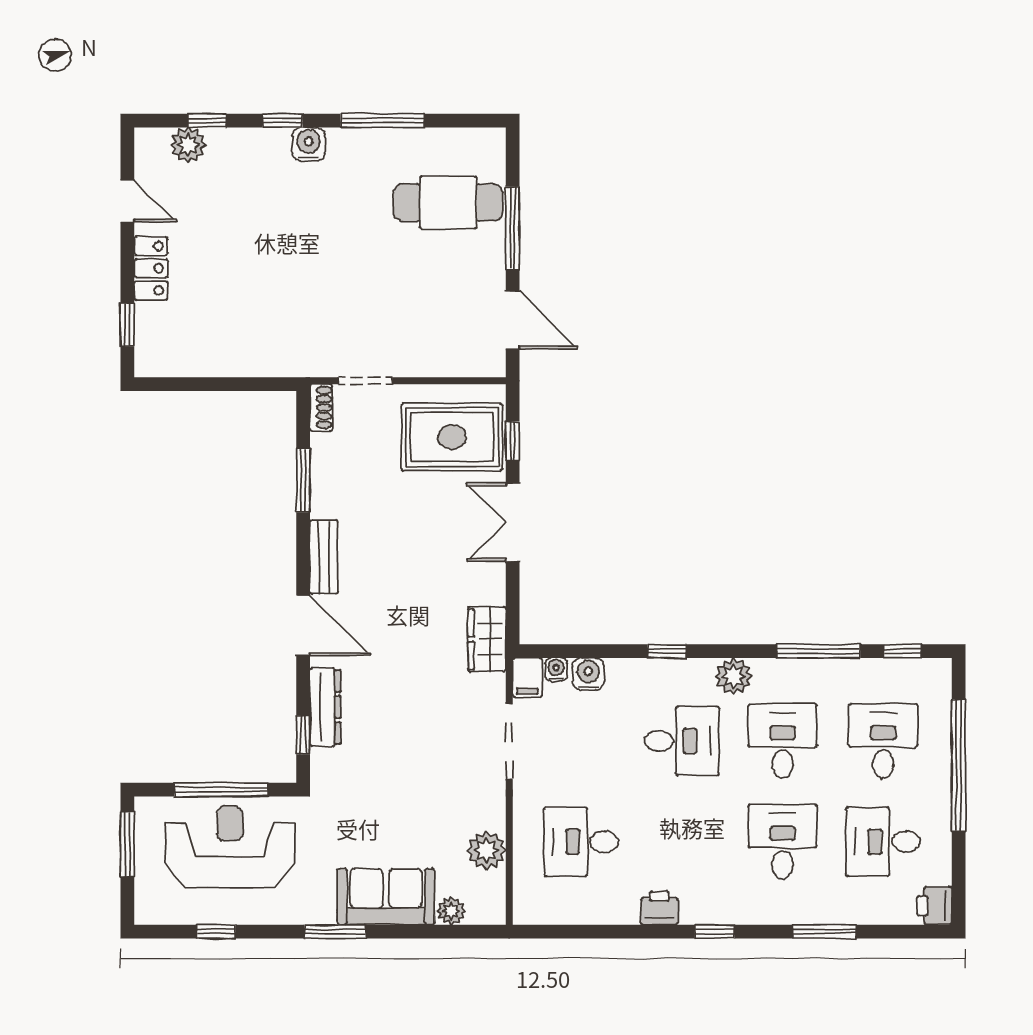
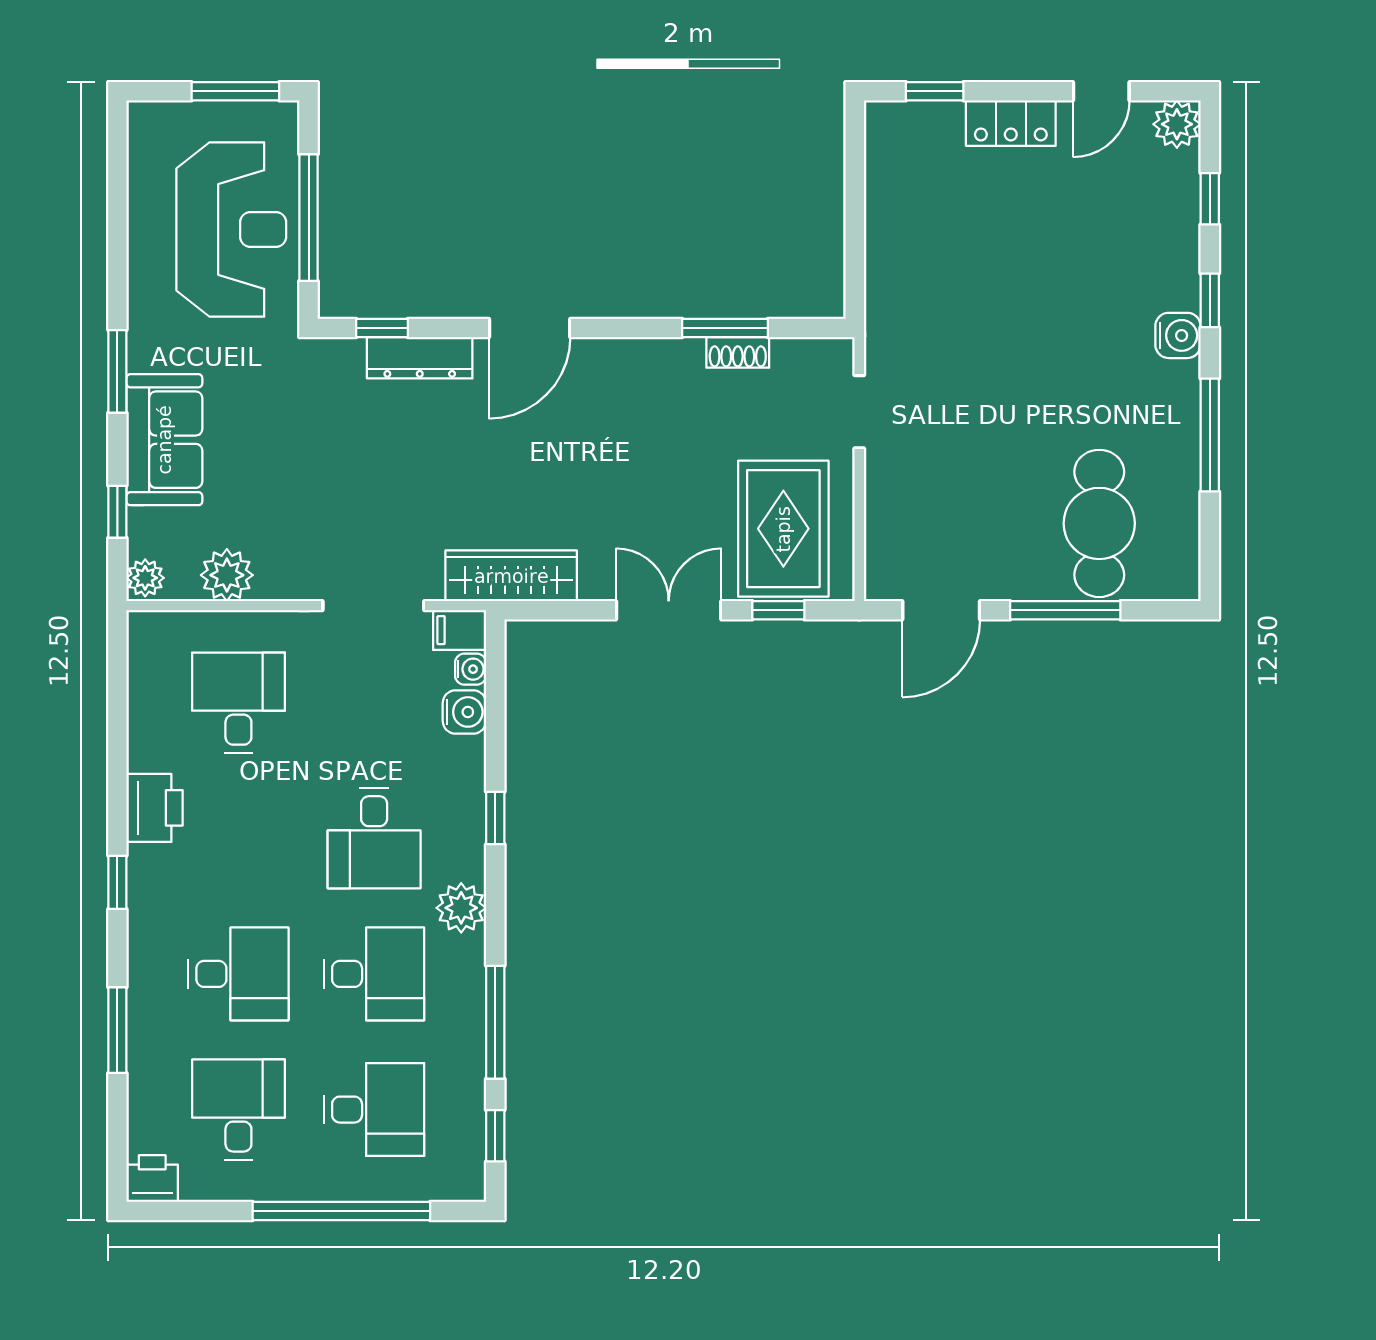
plant: (188, 145) -> (1177, 124), moved
shoe rack: (321, 407) -> (738, 352), moved
bench: (324, 557) -> (622, 356), removed
wardrobe: (487, 639) -> (511, 576), width x1.50
printer: (659, 908) -> (155, 808), width x1.36, depth x1.24
plant: (451, 911) -> (145, 578), moved
window: (216, 932) -> (117, 512), moved

